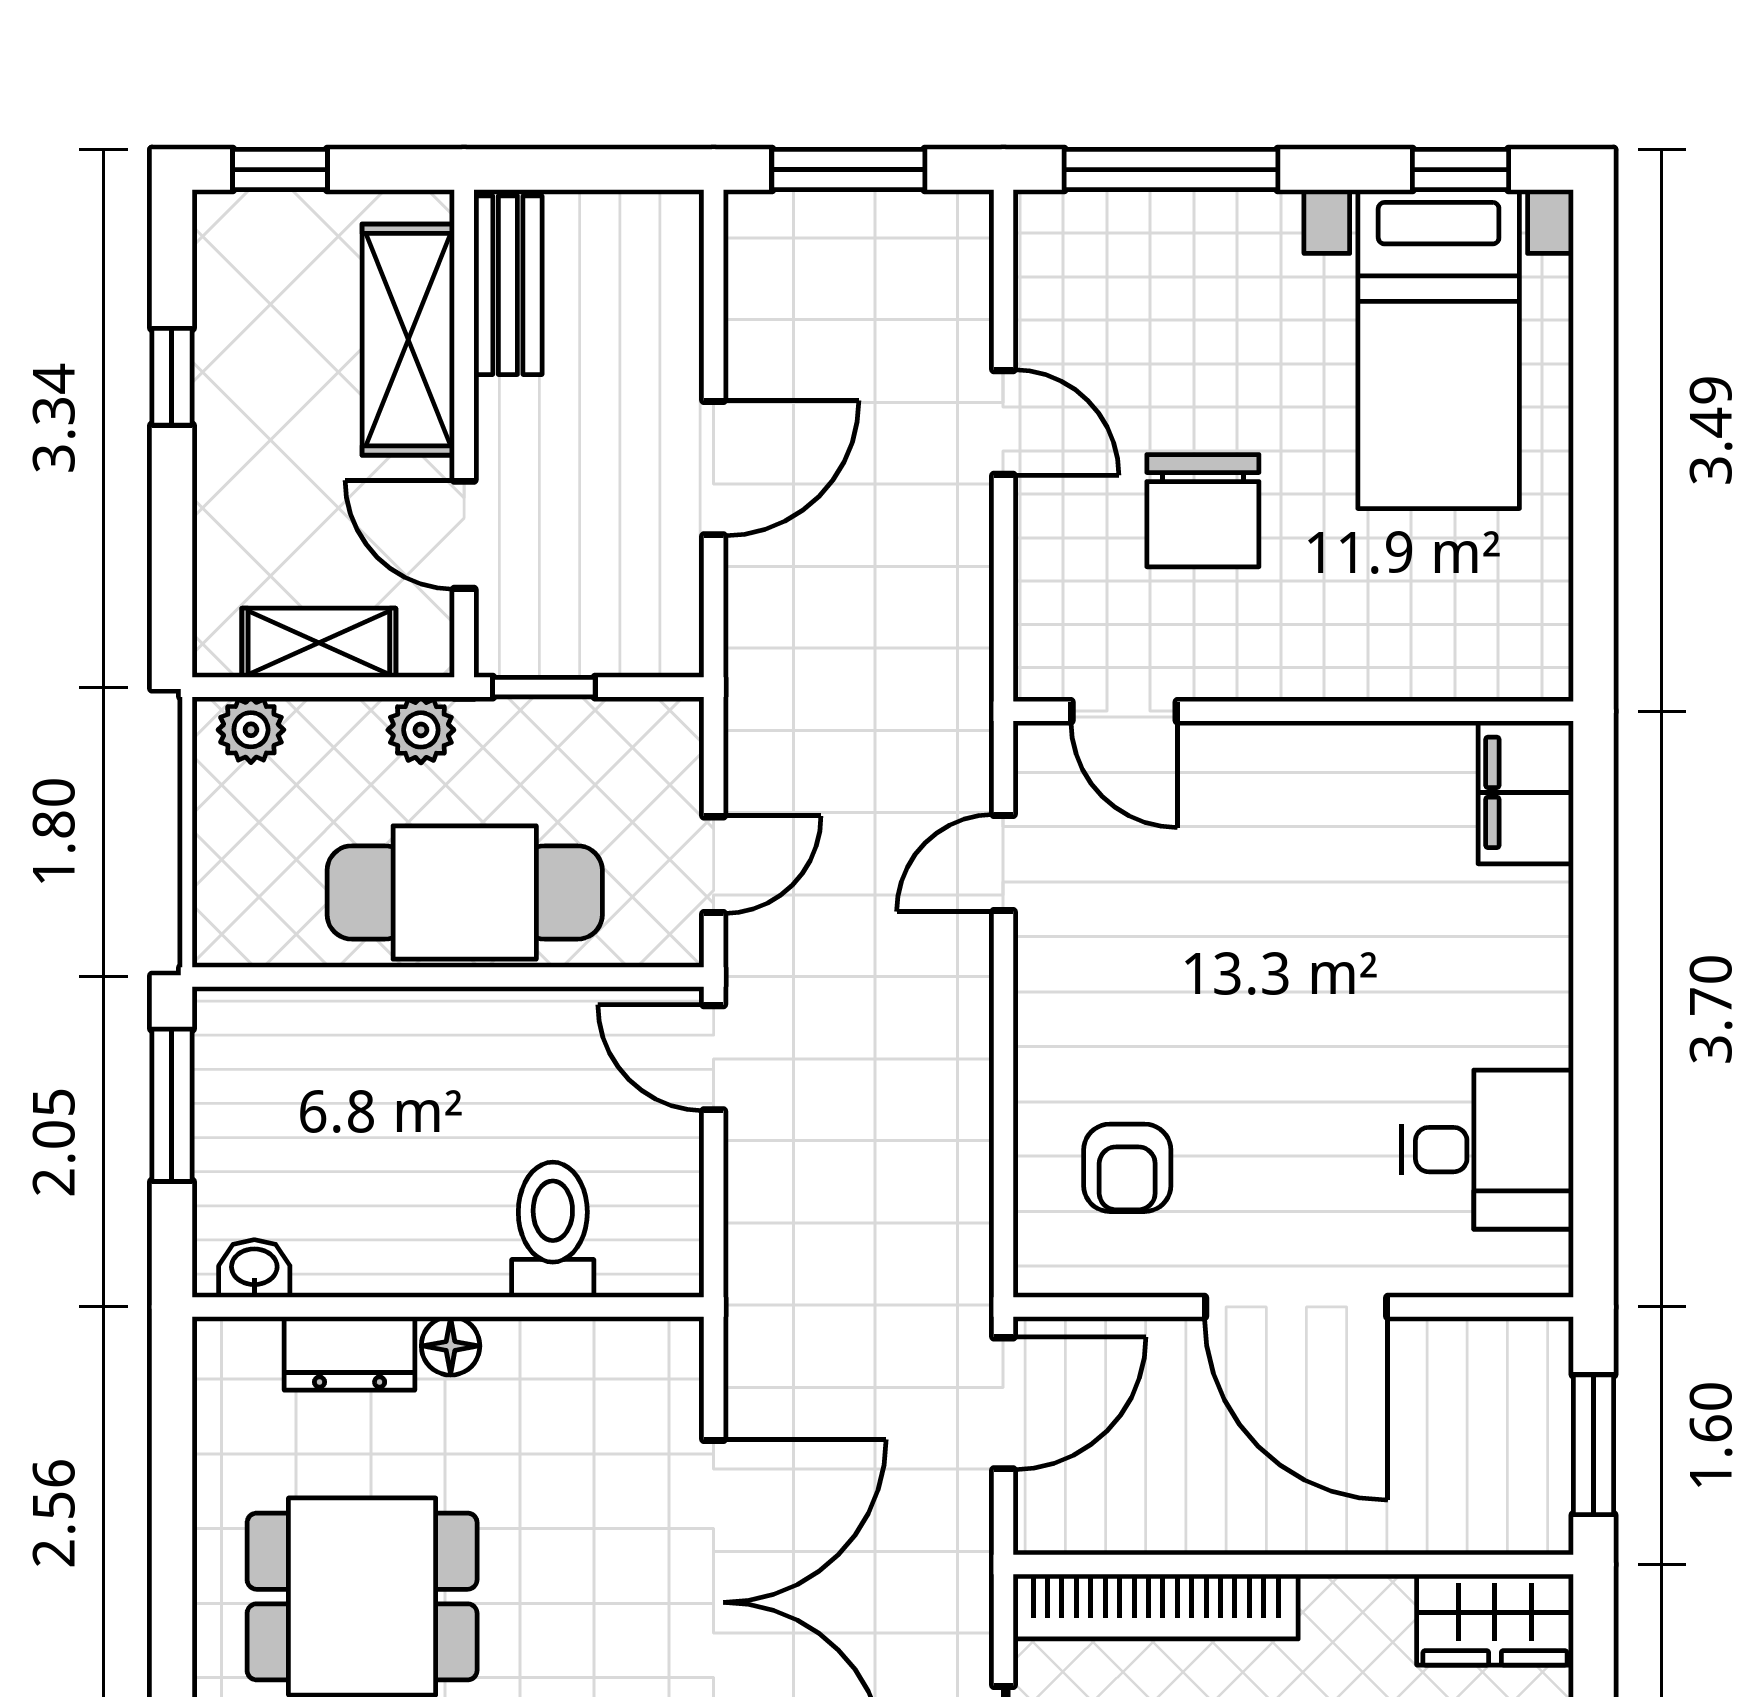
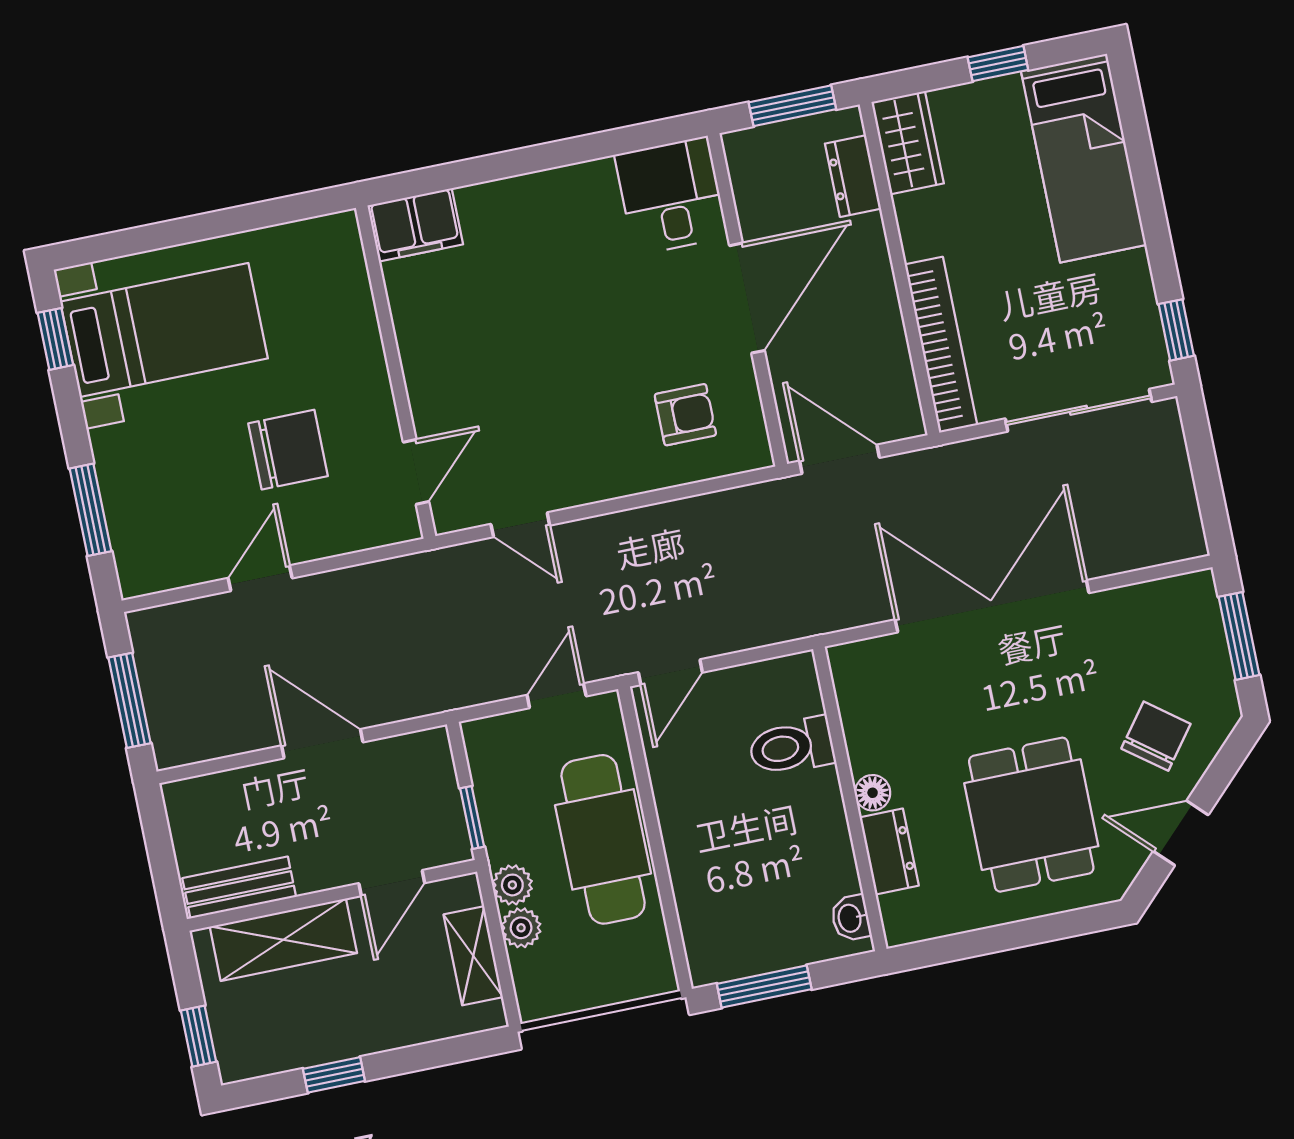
window: (1171, 170) -> (90, 510), width x0.69
plant: (251, 730) -> (521, 928), moved
door: (714, 865) -> (557, 696), hinge flipped
desk: (1488, 1150) -> (671, 196), moved
dresser: (1459, 1520) -> (853, 176), added

